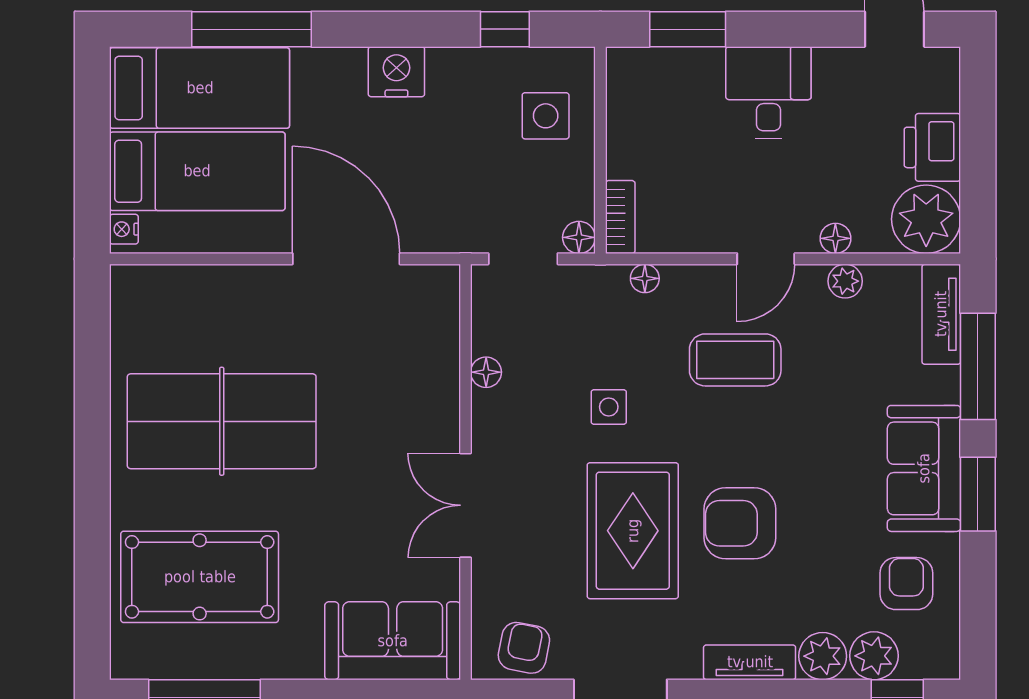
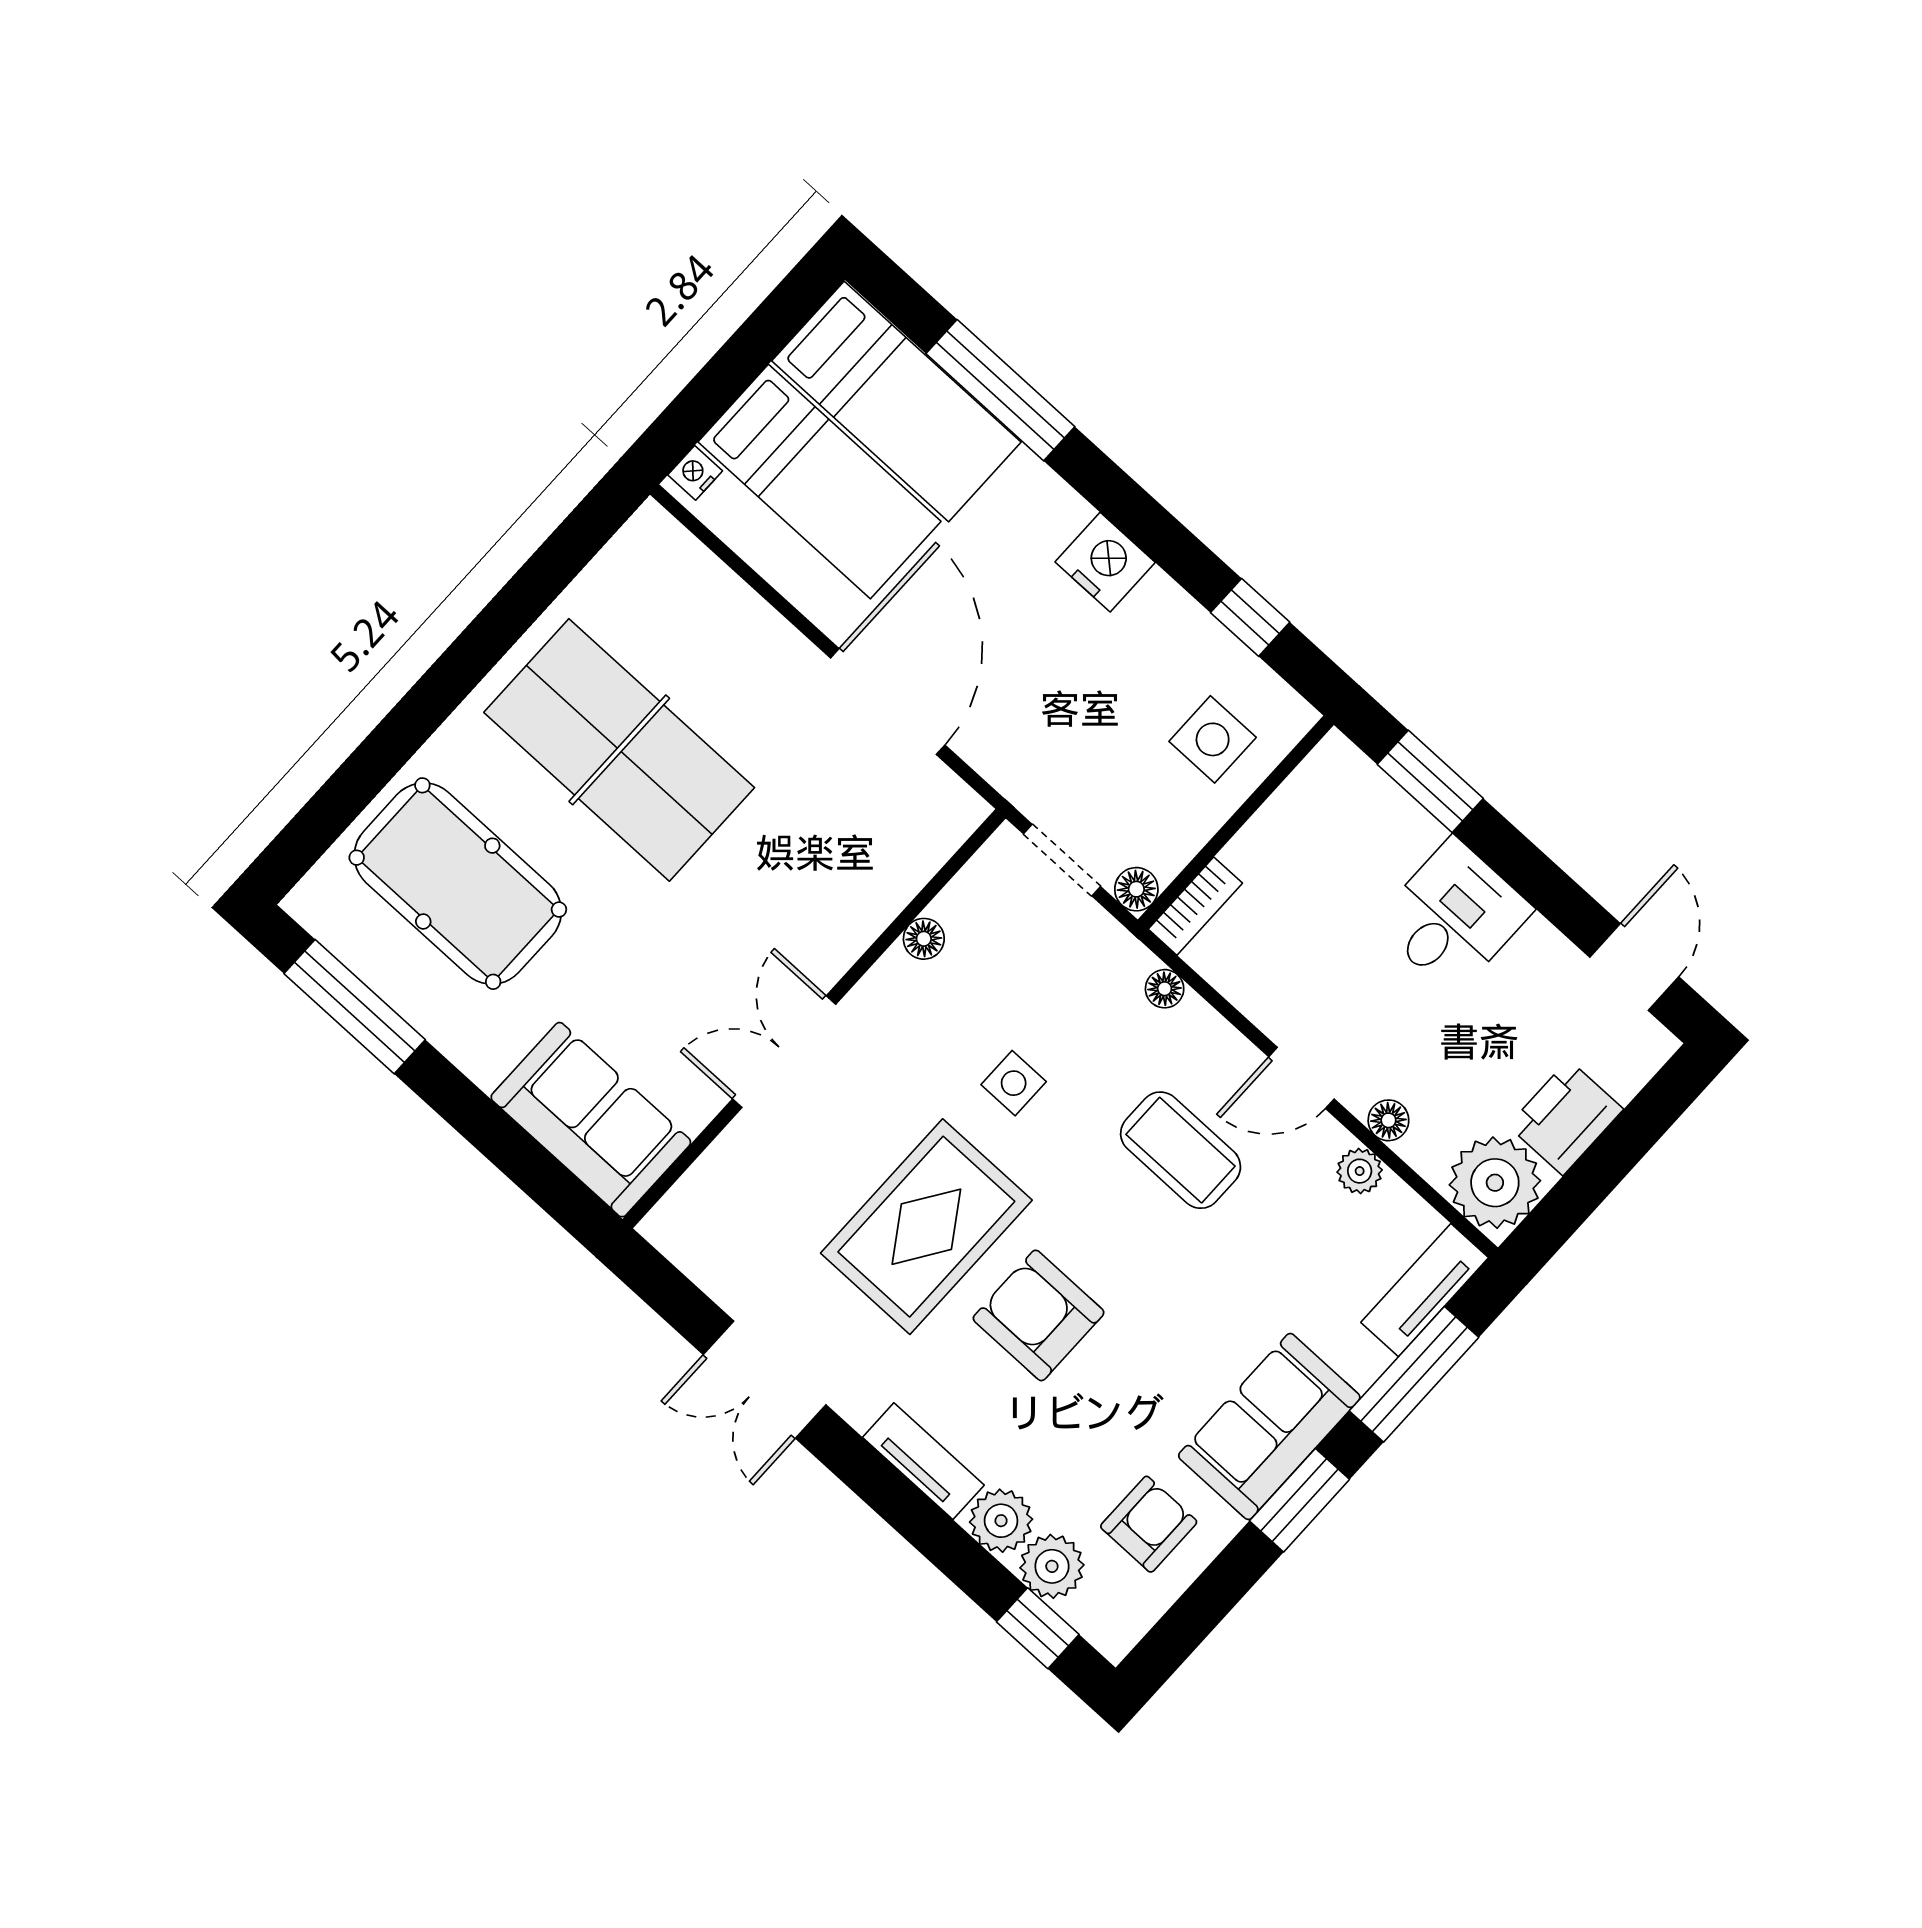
armchair: (524, 648) -> (714, 1244), removed

